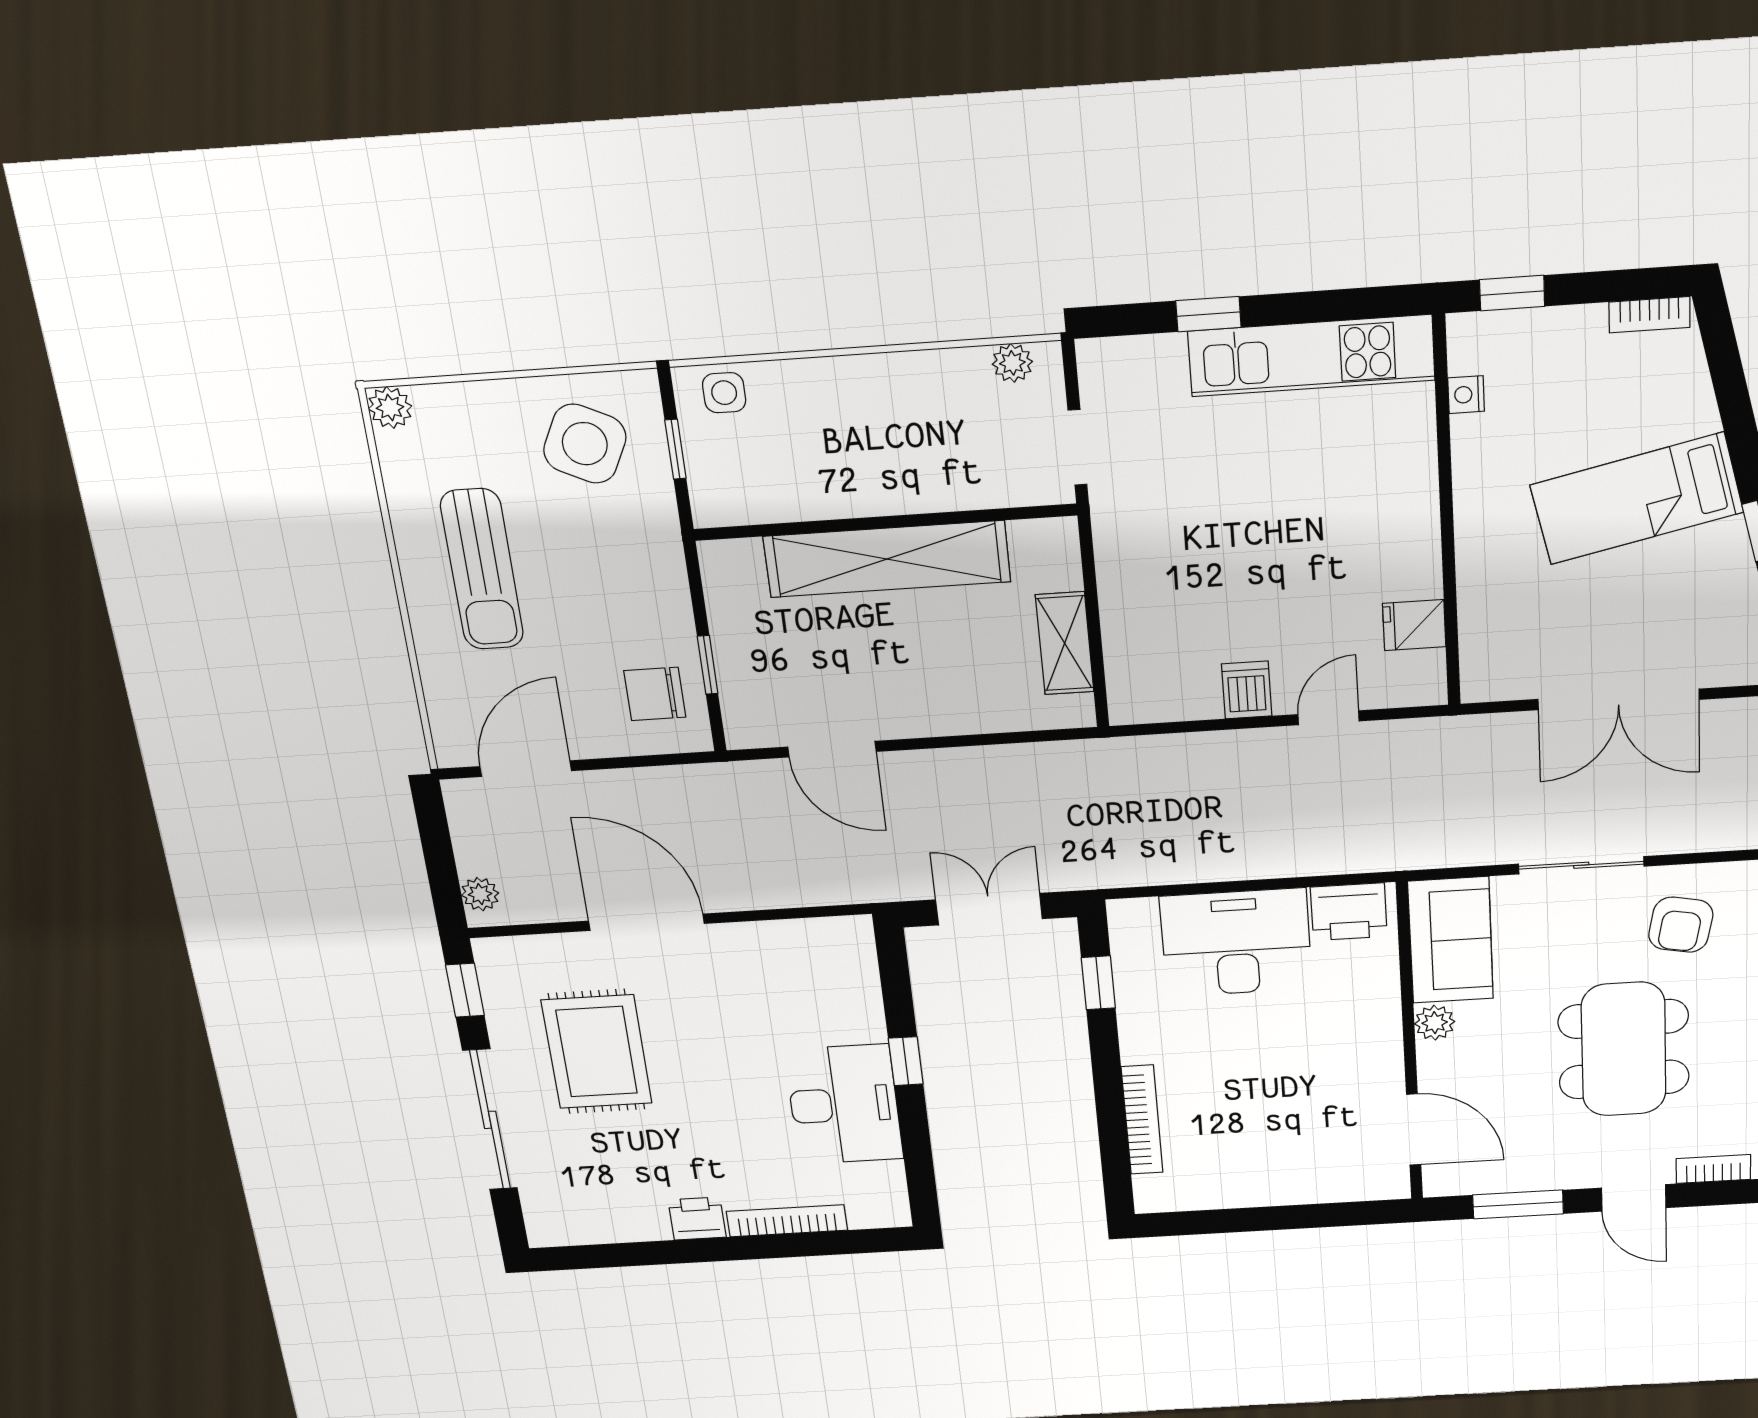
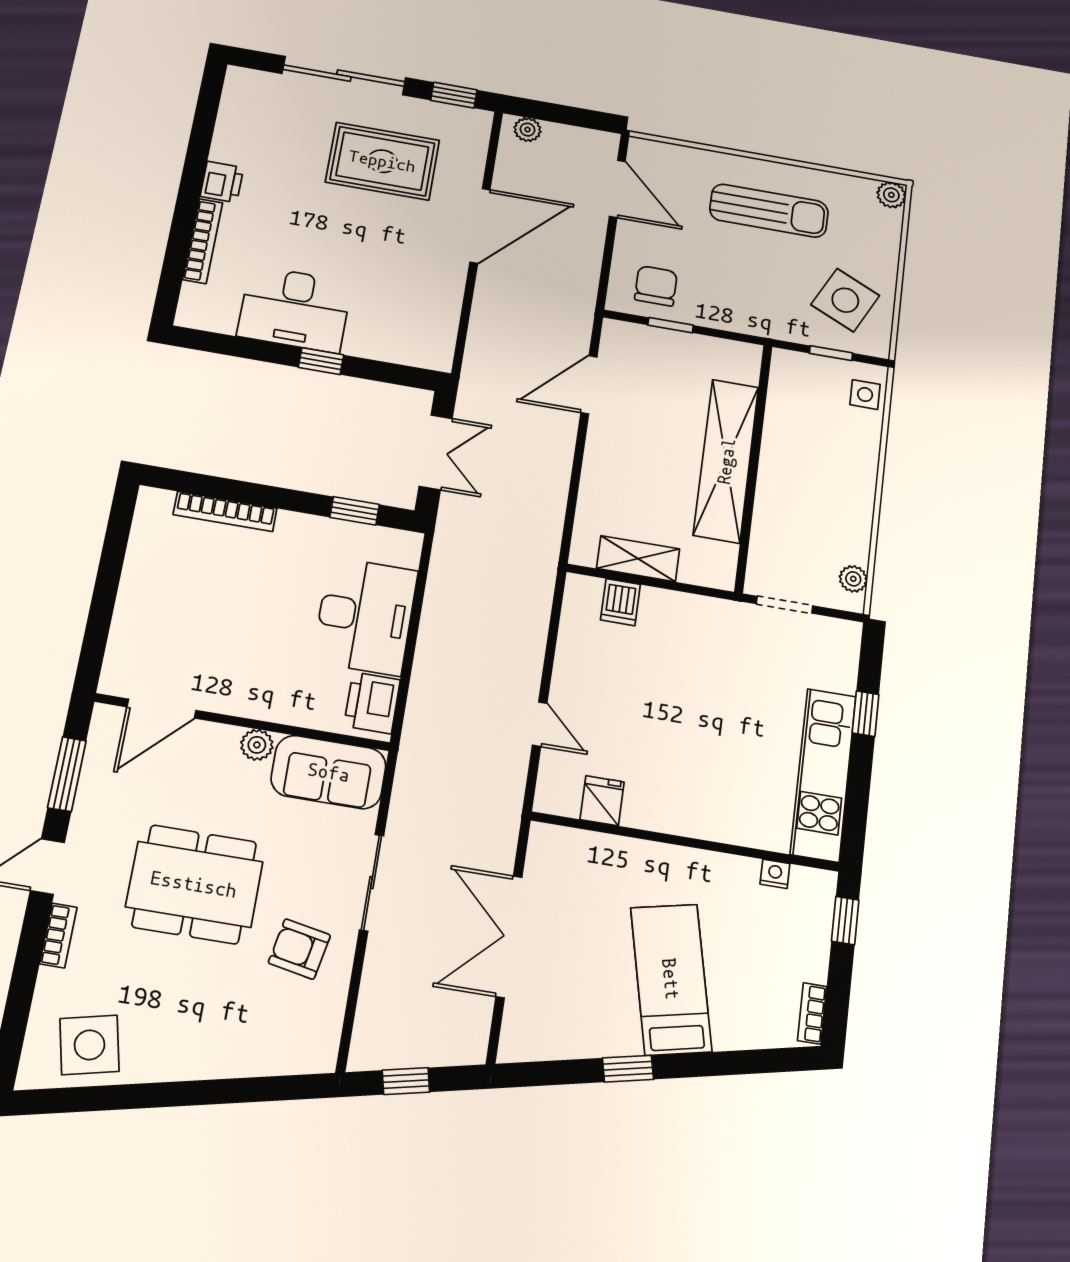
sun lounger: (482, 569) -> (769, 211), turned 180
dishwasher: (1247, 690) -> (621, 602), moved, turned 90

